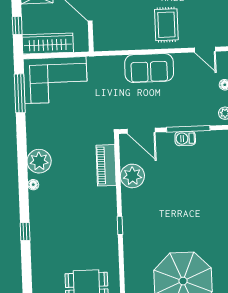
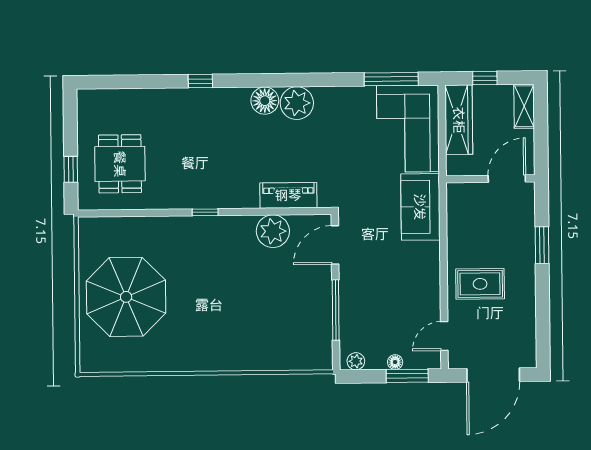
sofa: (149, 68) -> (420, 207), moved
barbecue: (185, 138) -> (322, 305), removed
floor lamp: (33, 185) -> (265, 101), width x1.89, depth x1.89

